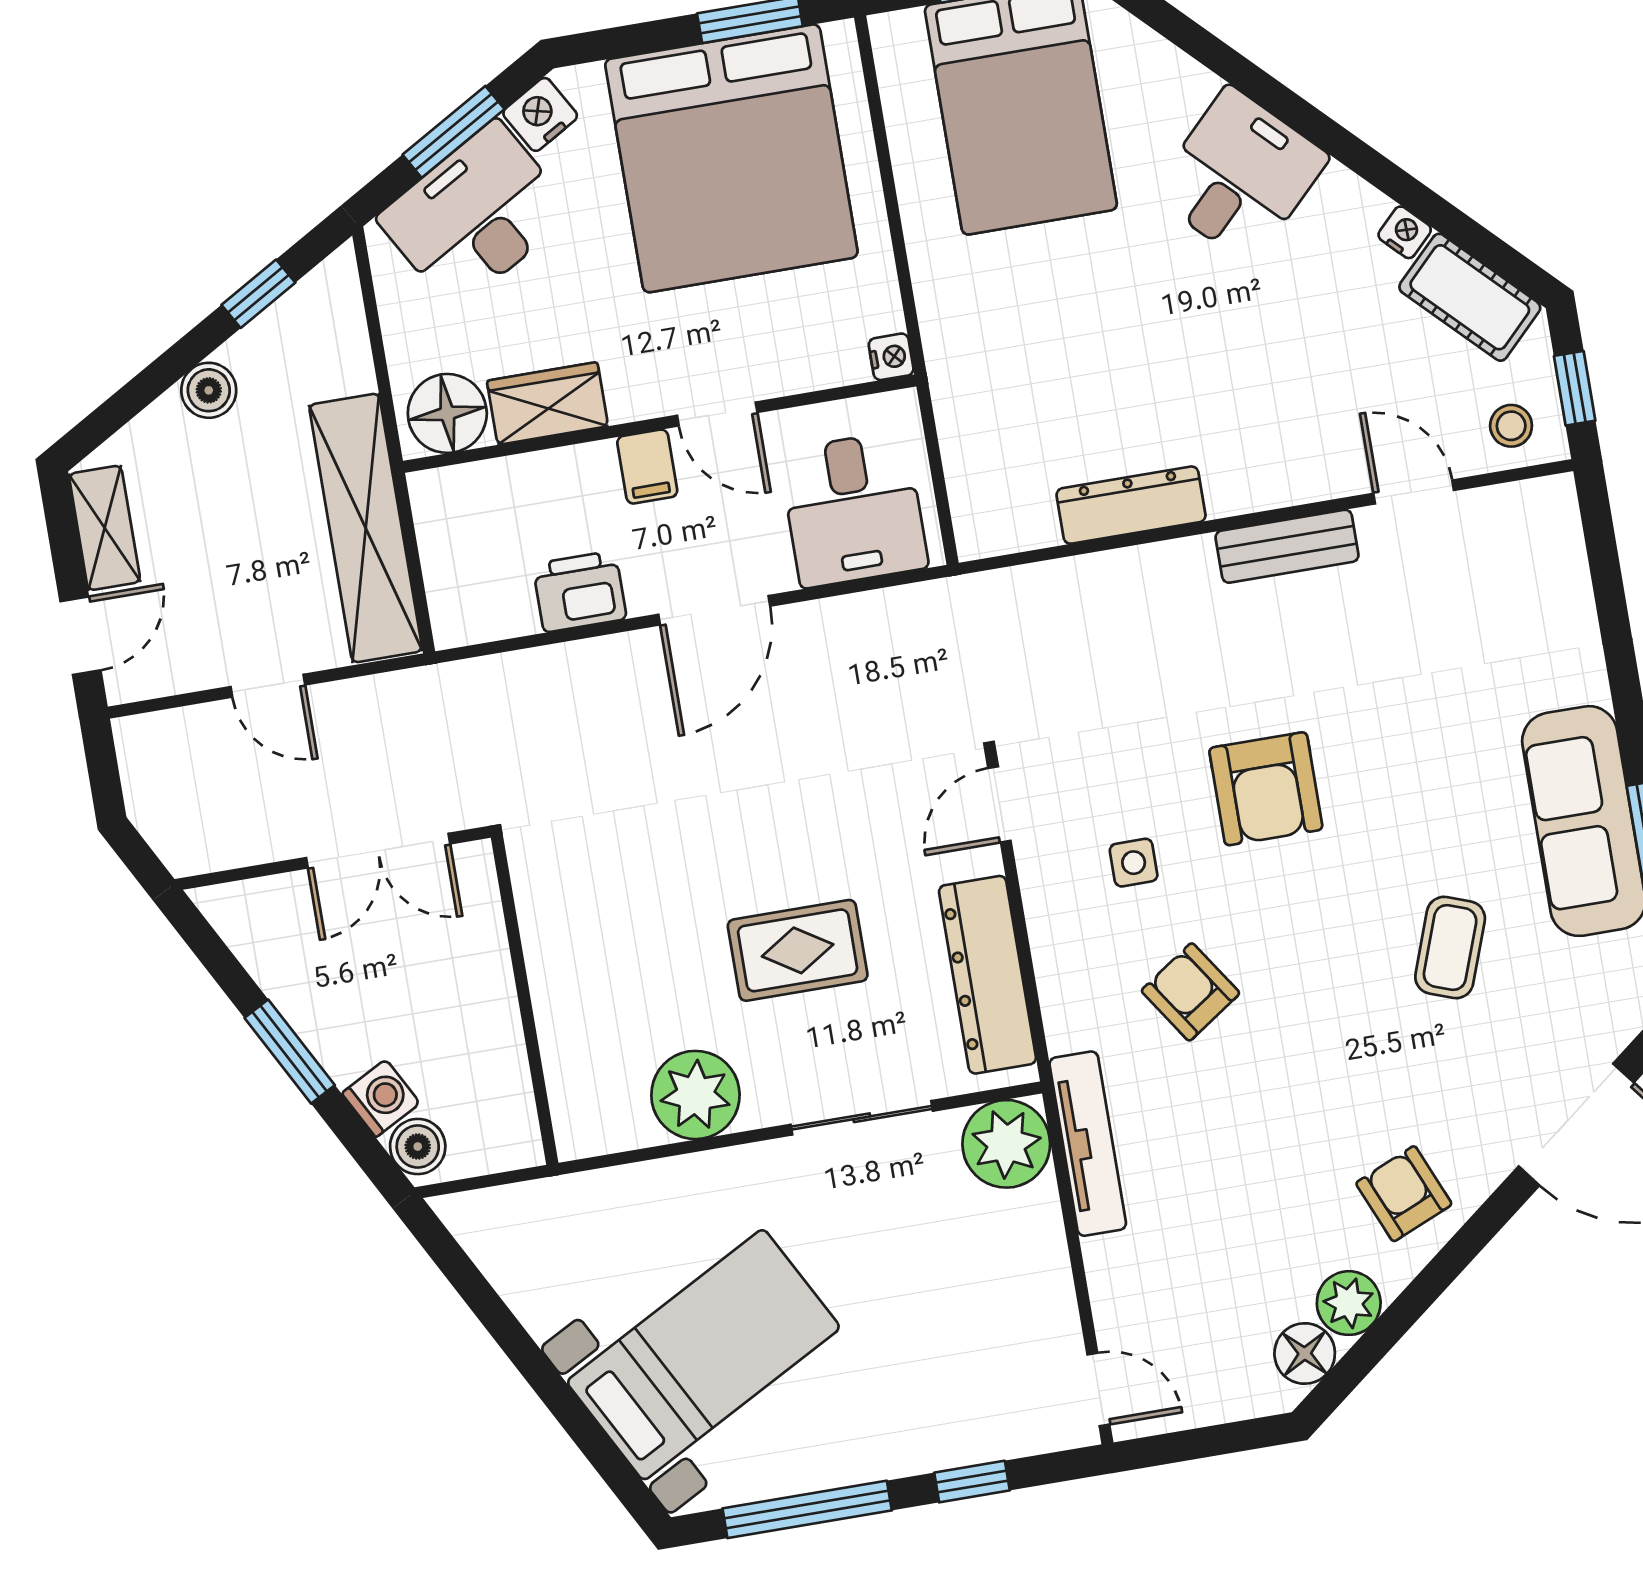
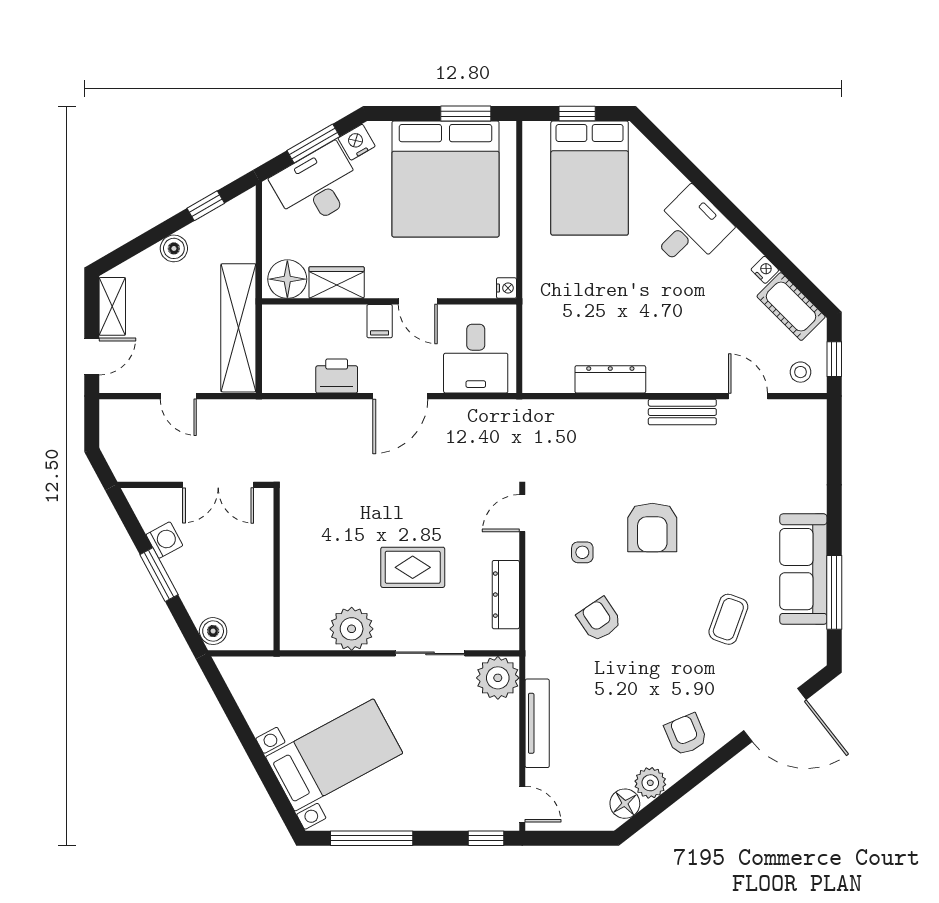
dresser: (988, 975) -> (506, 595), width x0.73, depth x0.80
washing machine: (381, 1098) -> (164, 540), moved
tv unit: (1088, 1144) -> (537, 723), moved
window: (972, 1482) -> (486, 838), moved

